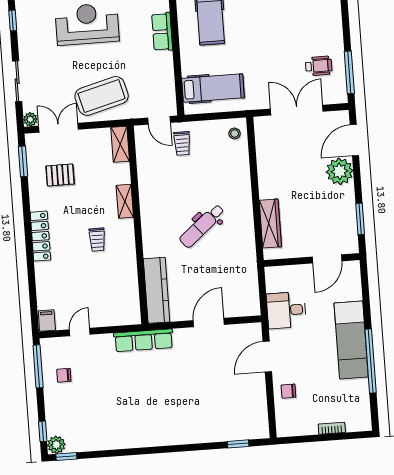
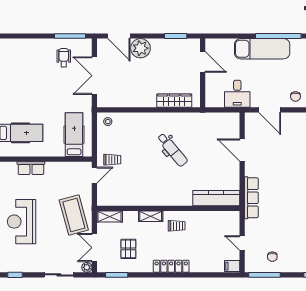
shelving: (120, 144) -> (110, 217), moved
shelving: (125, 201) -> (151, 216), moved
wall: (137, 225) -> (168, 208), moved
kitchen counter: (157, 290) -> (216, 198), moved

